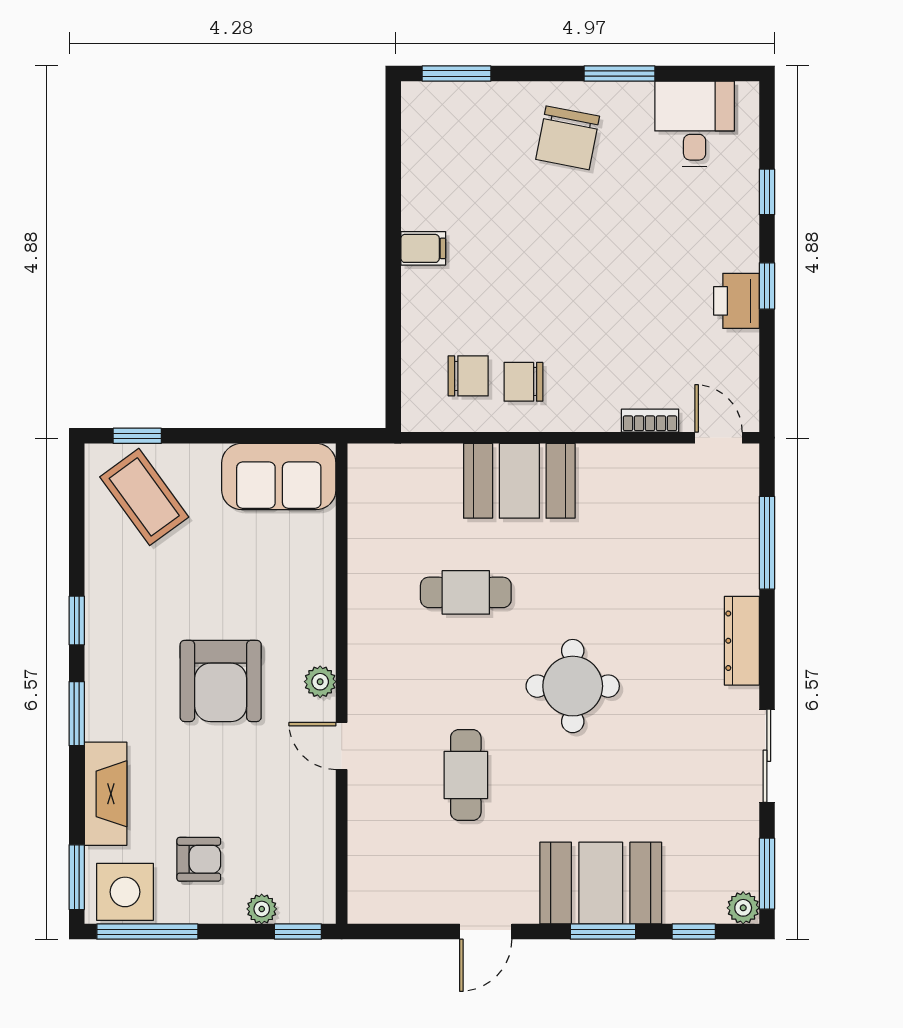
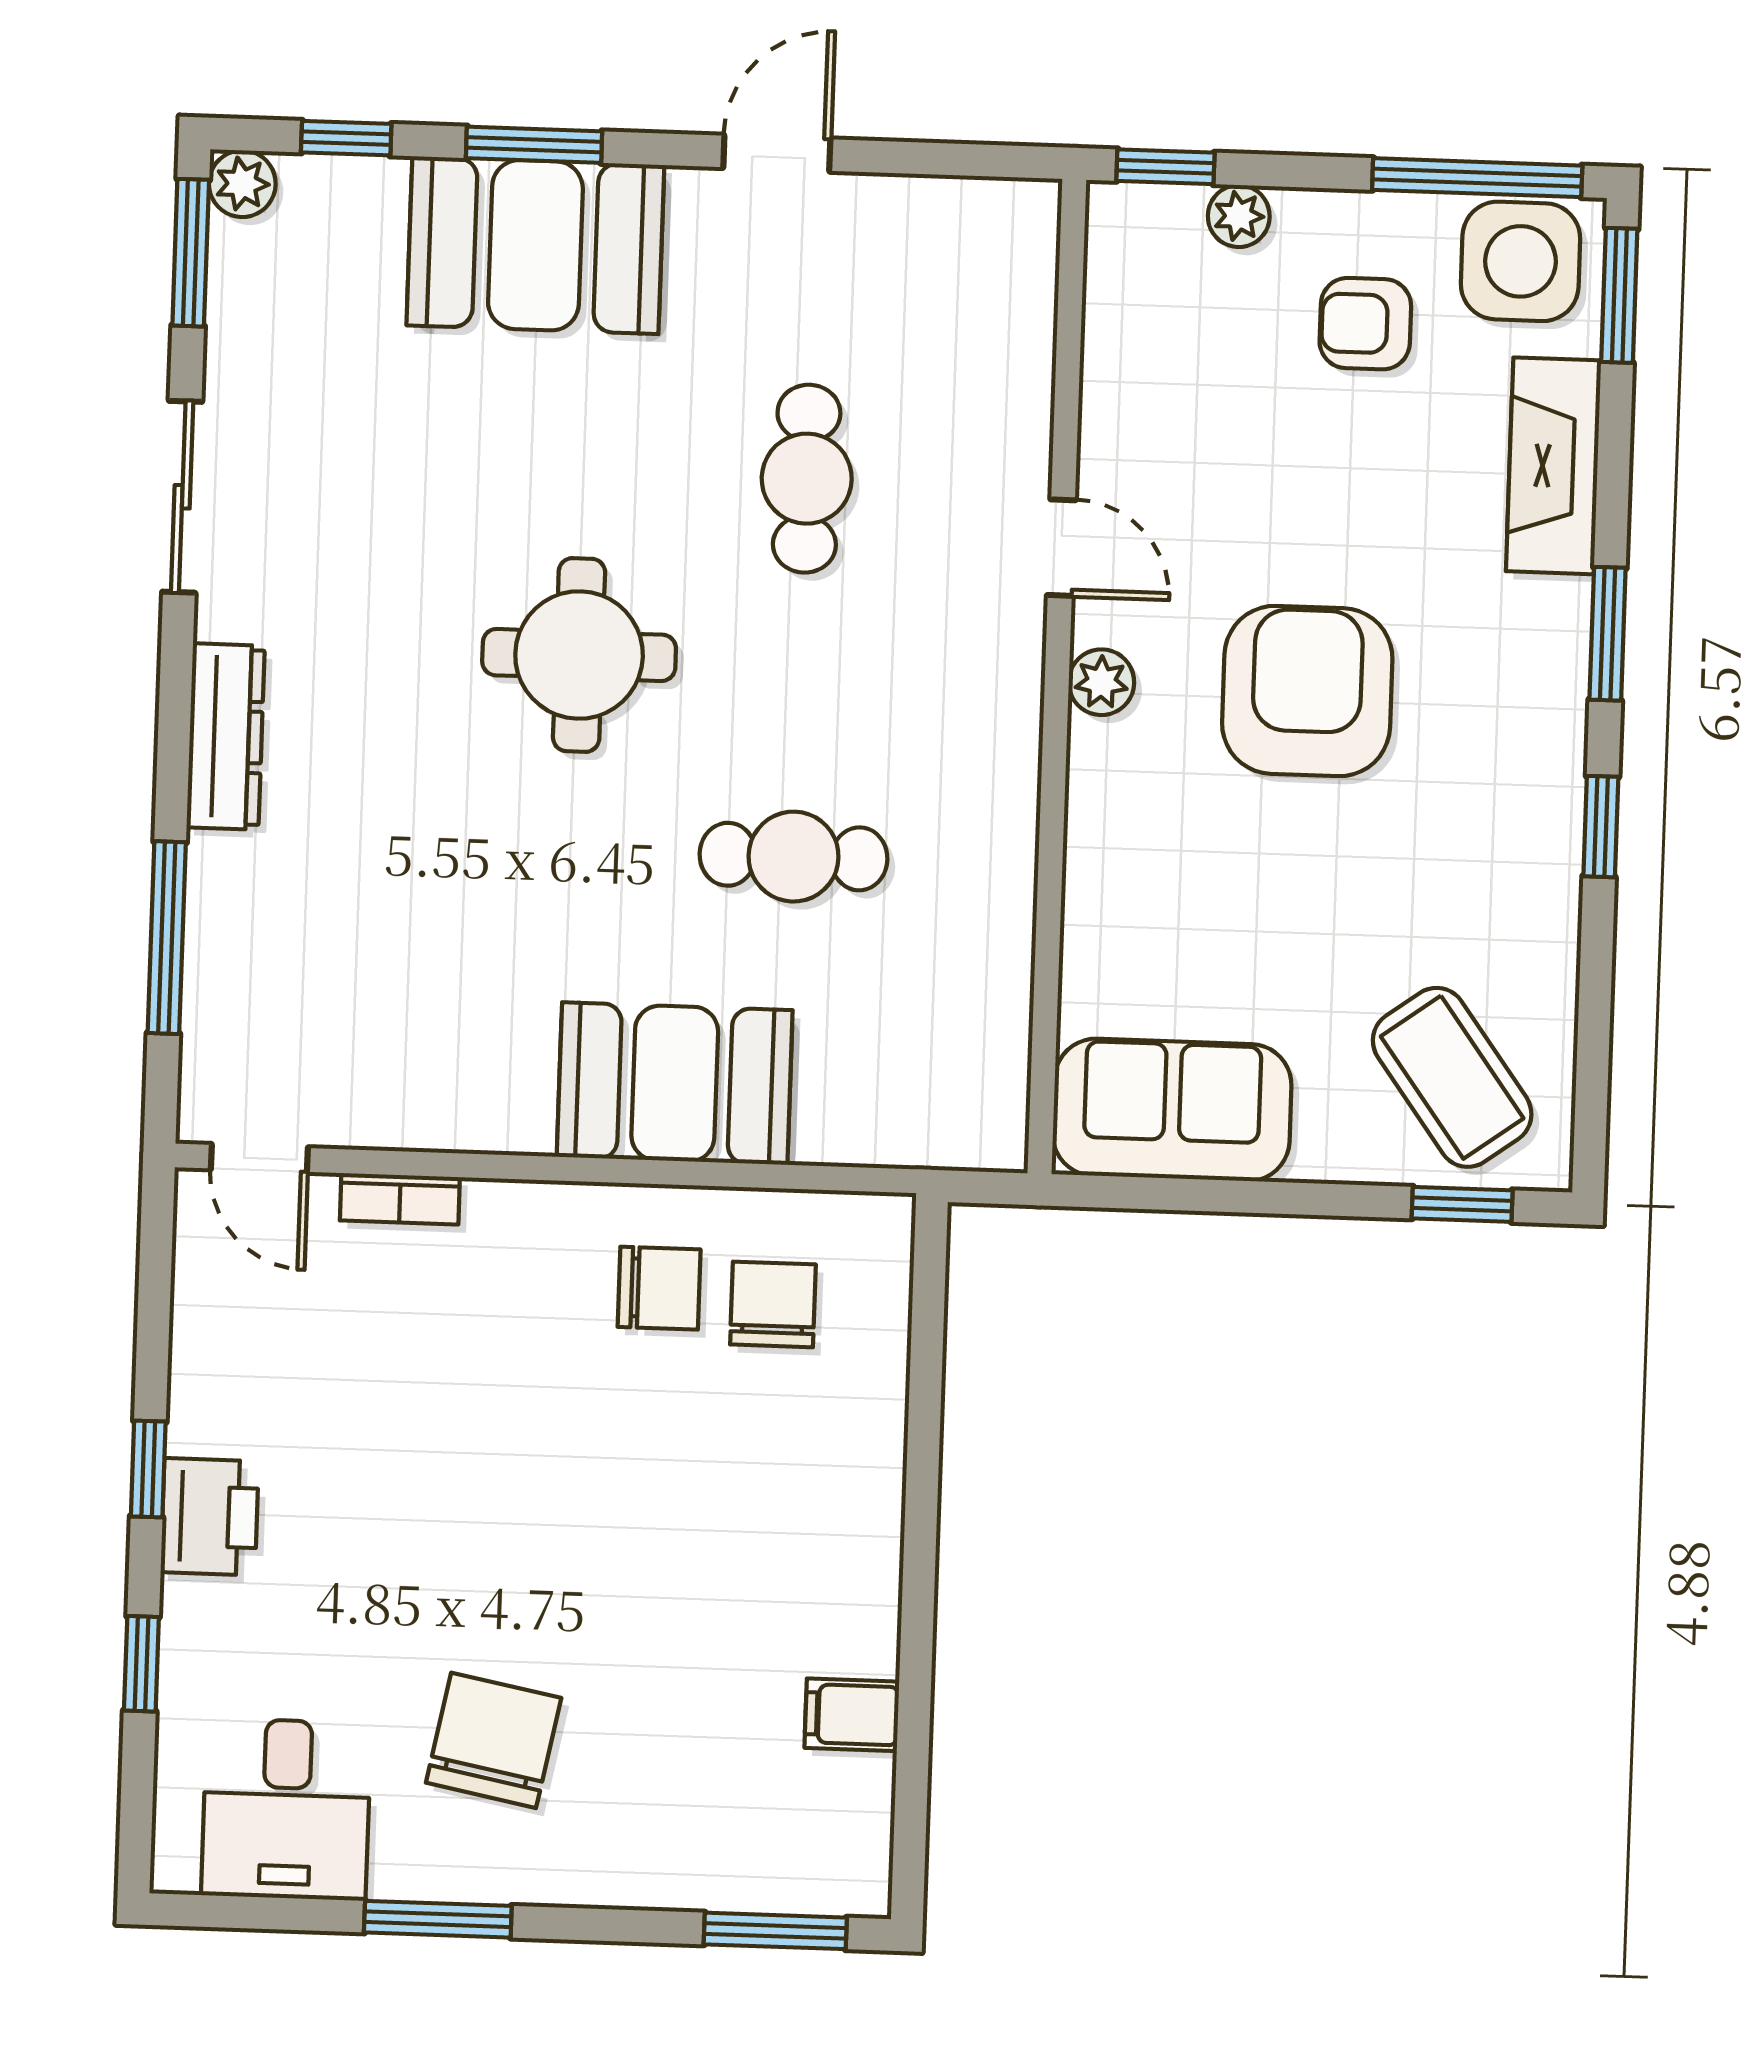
chair: (568, 138) -> (494, 1740), moved
filing cabinet: (423, 248) -> (852, 1715), moved
printer: (736, 301) -> (210, 1517), moved
chair: (468, 376) -> (773, 1304), turned 90

